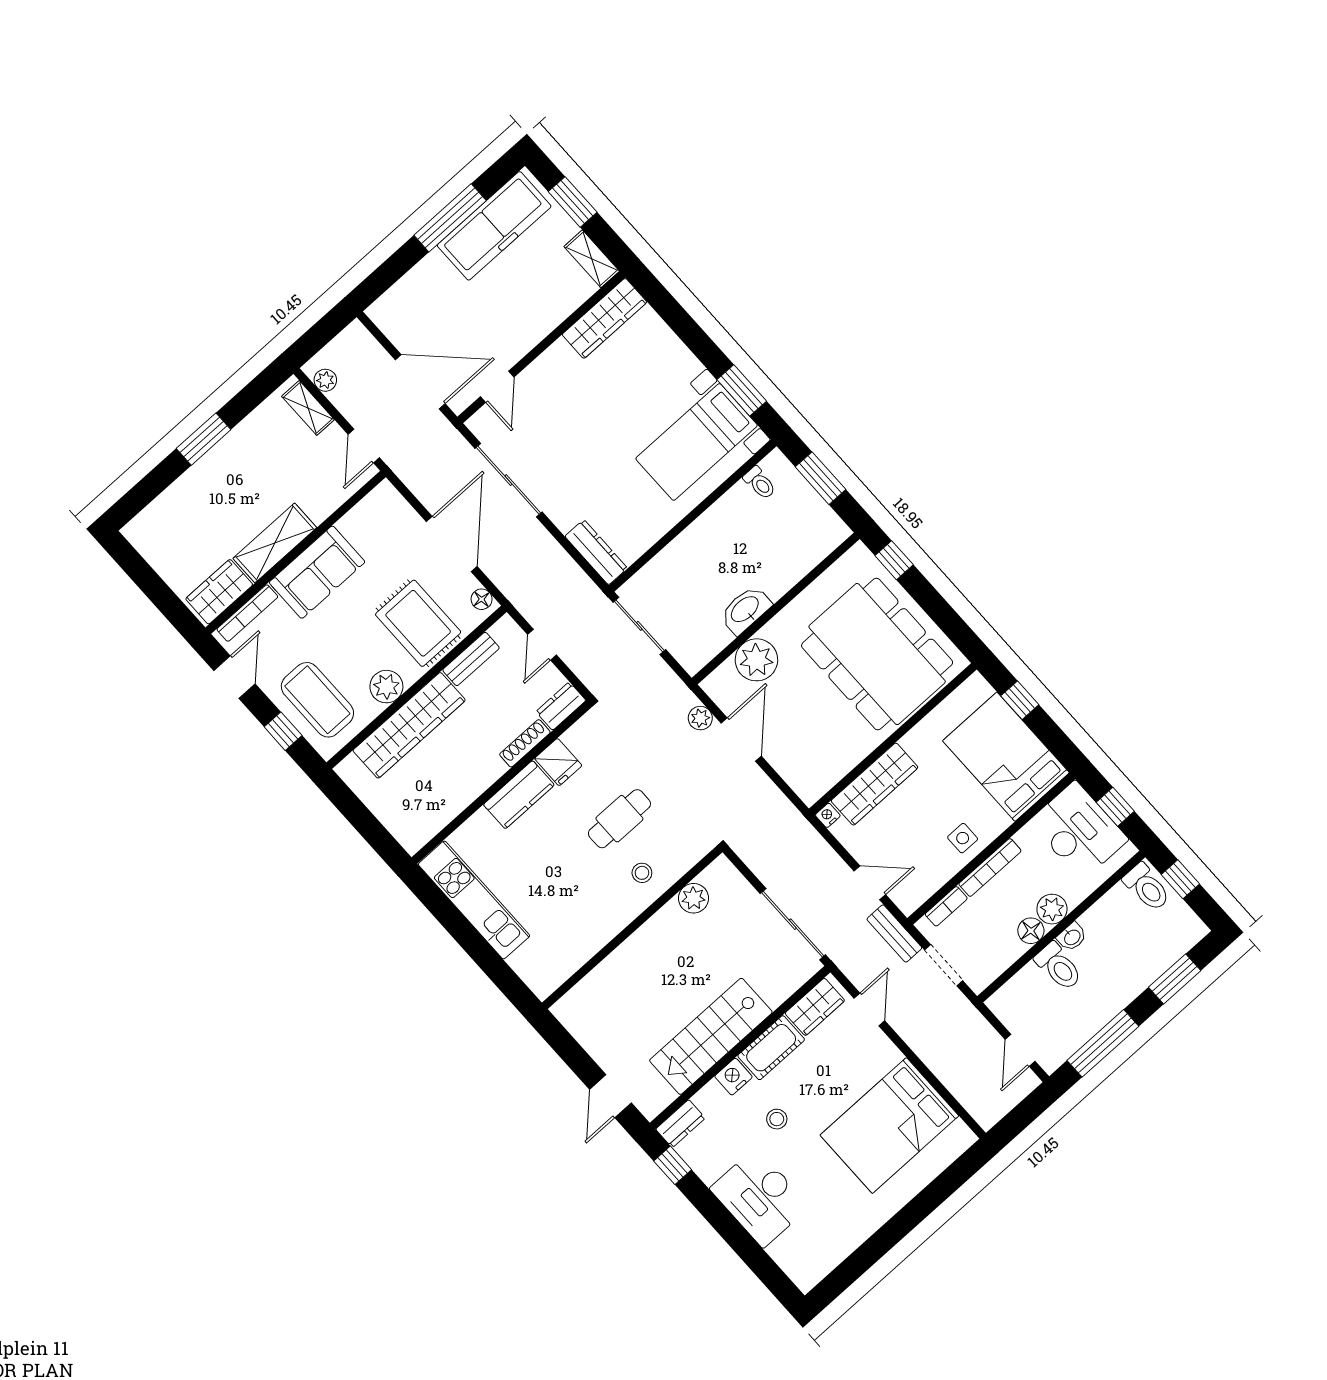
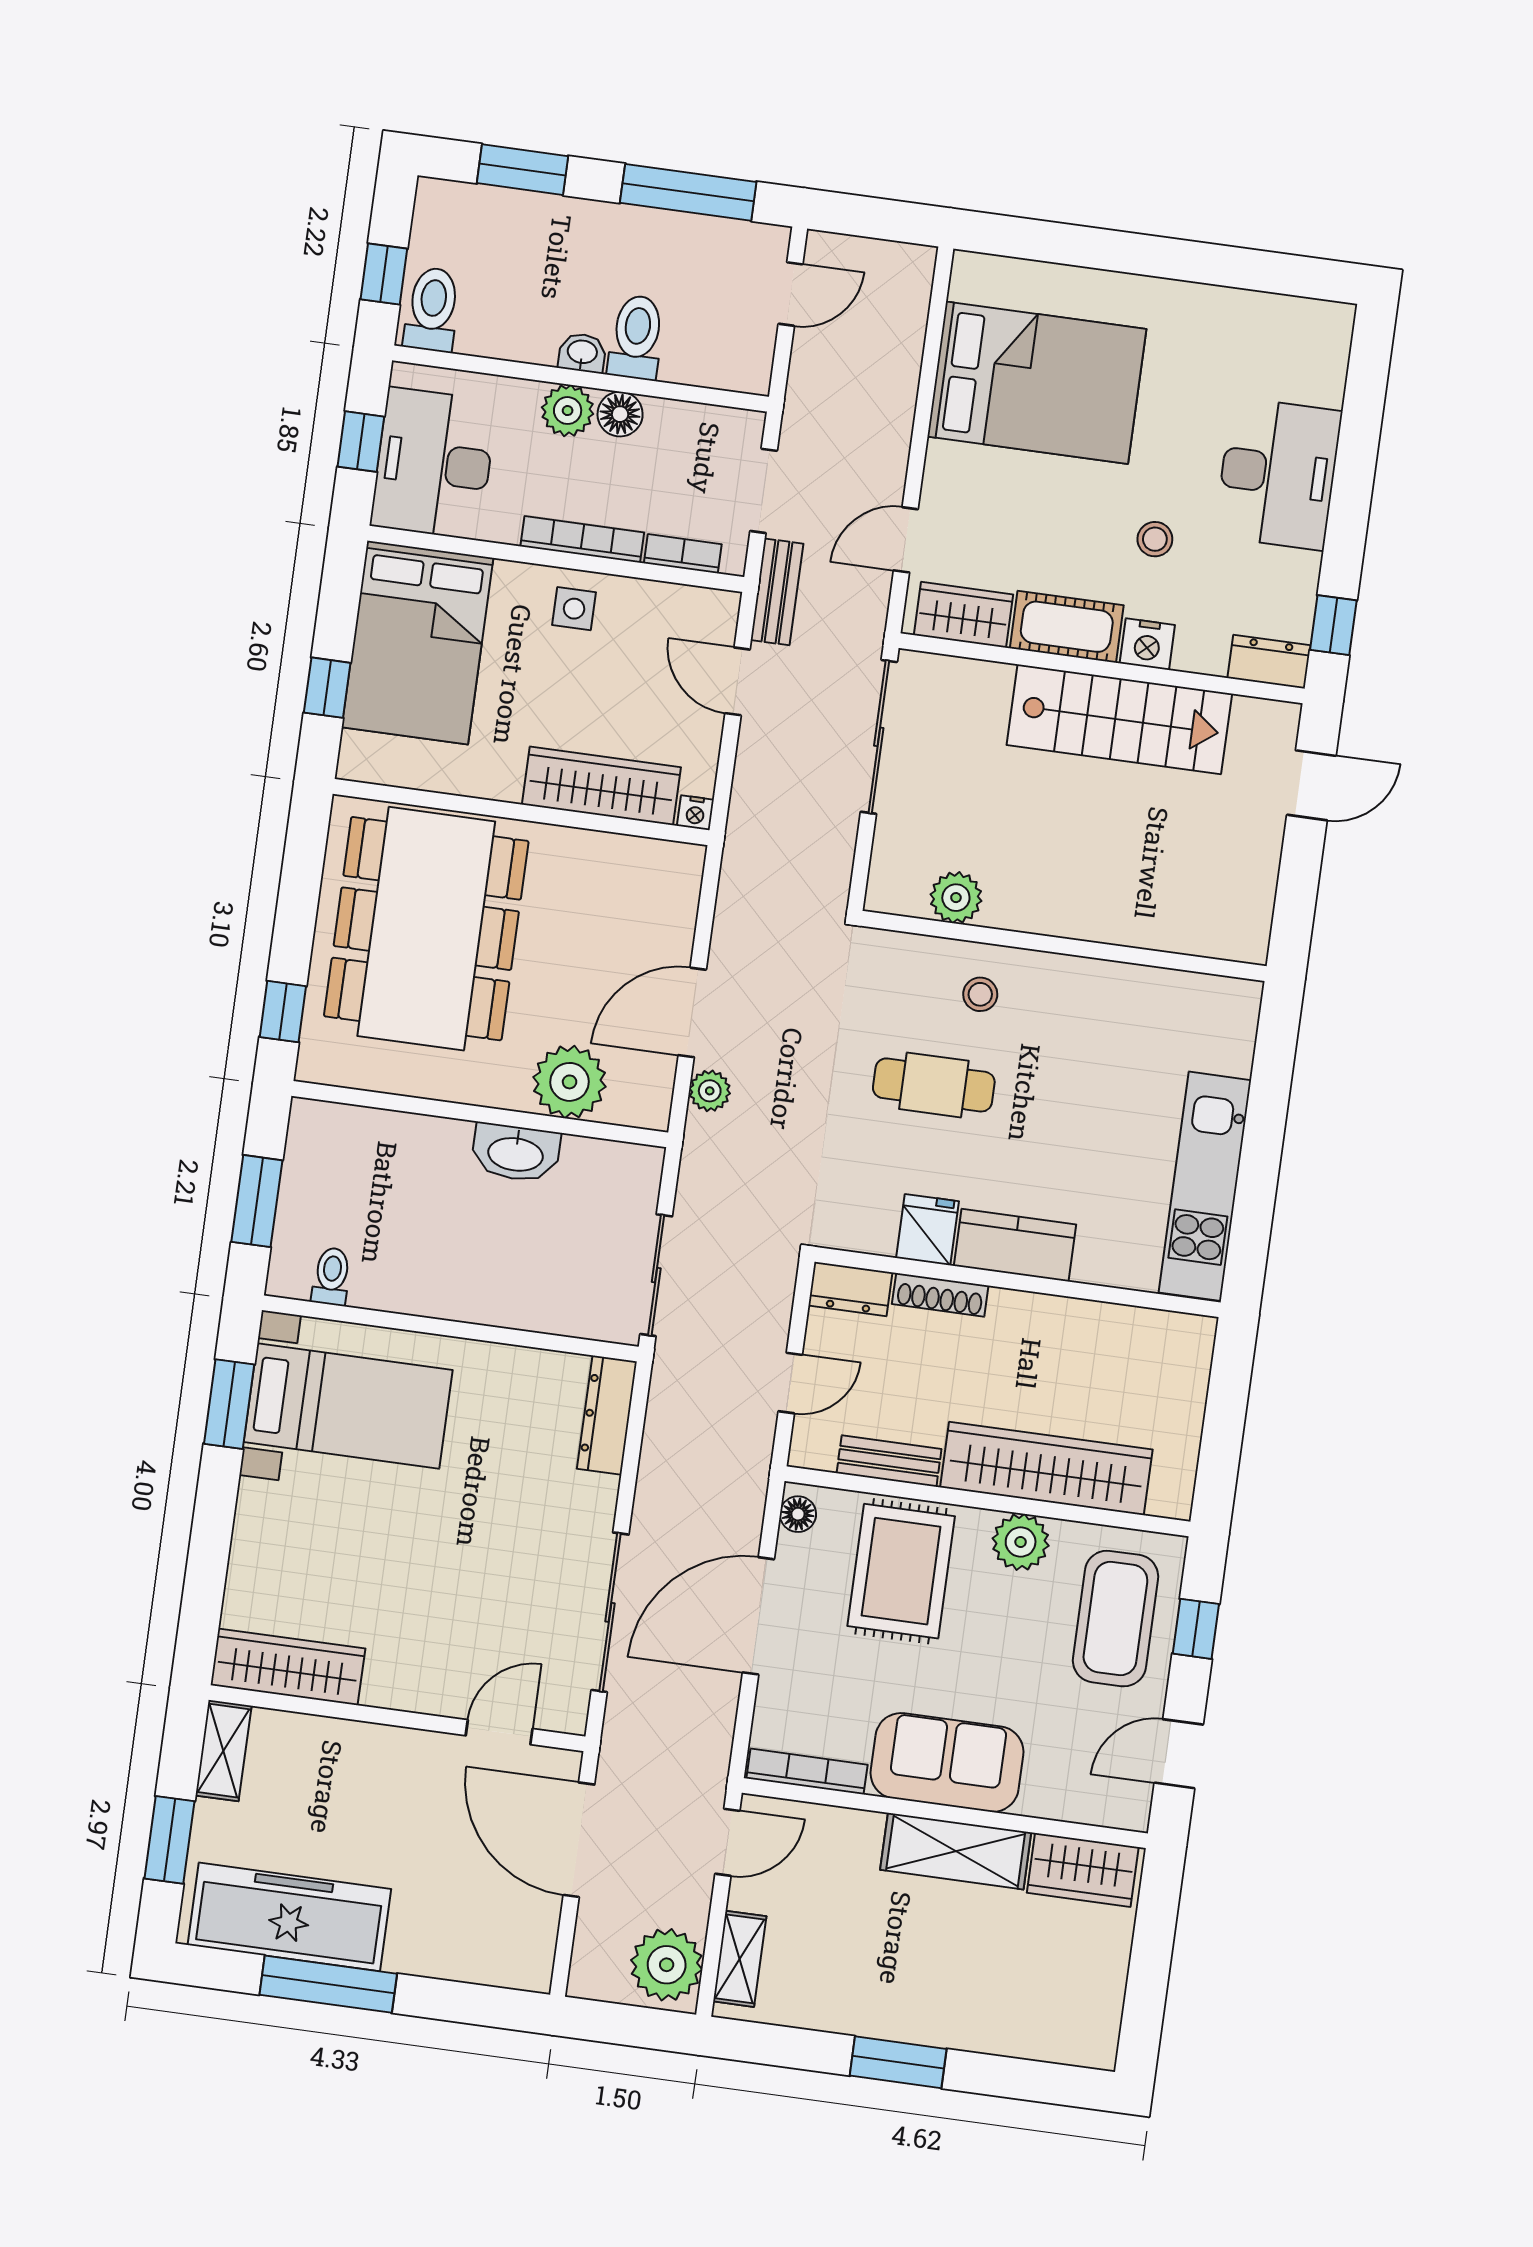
plant: (325, 380) -> (667, 1965), width x1.88, depth x1.88
bookcase: (247, 613) -> (807, 1771), moved

